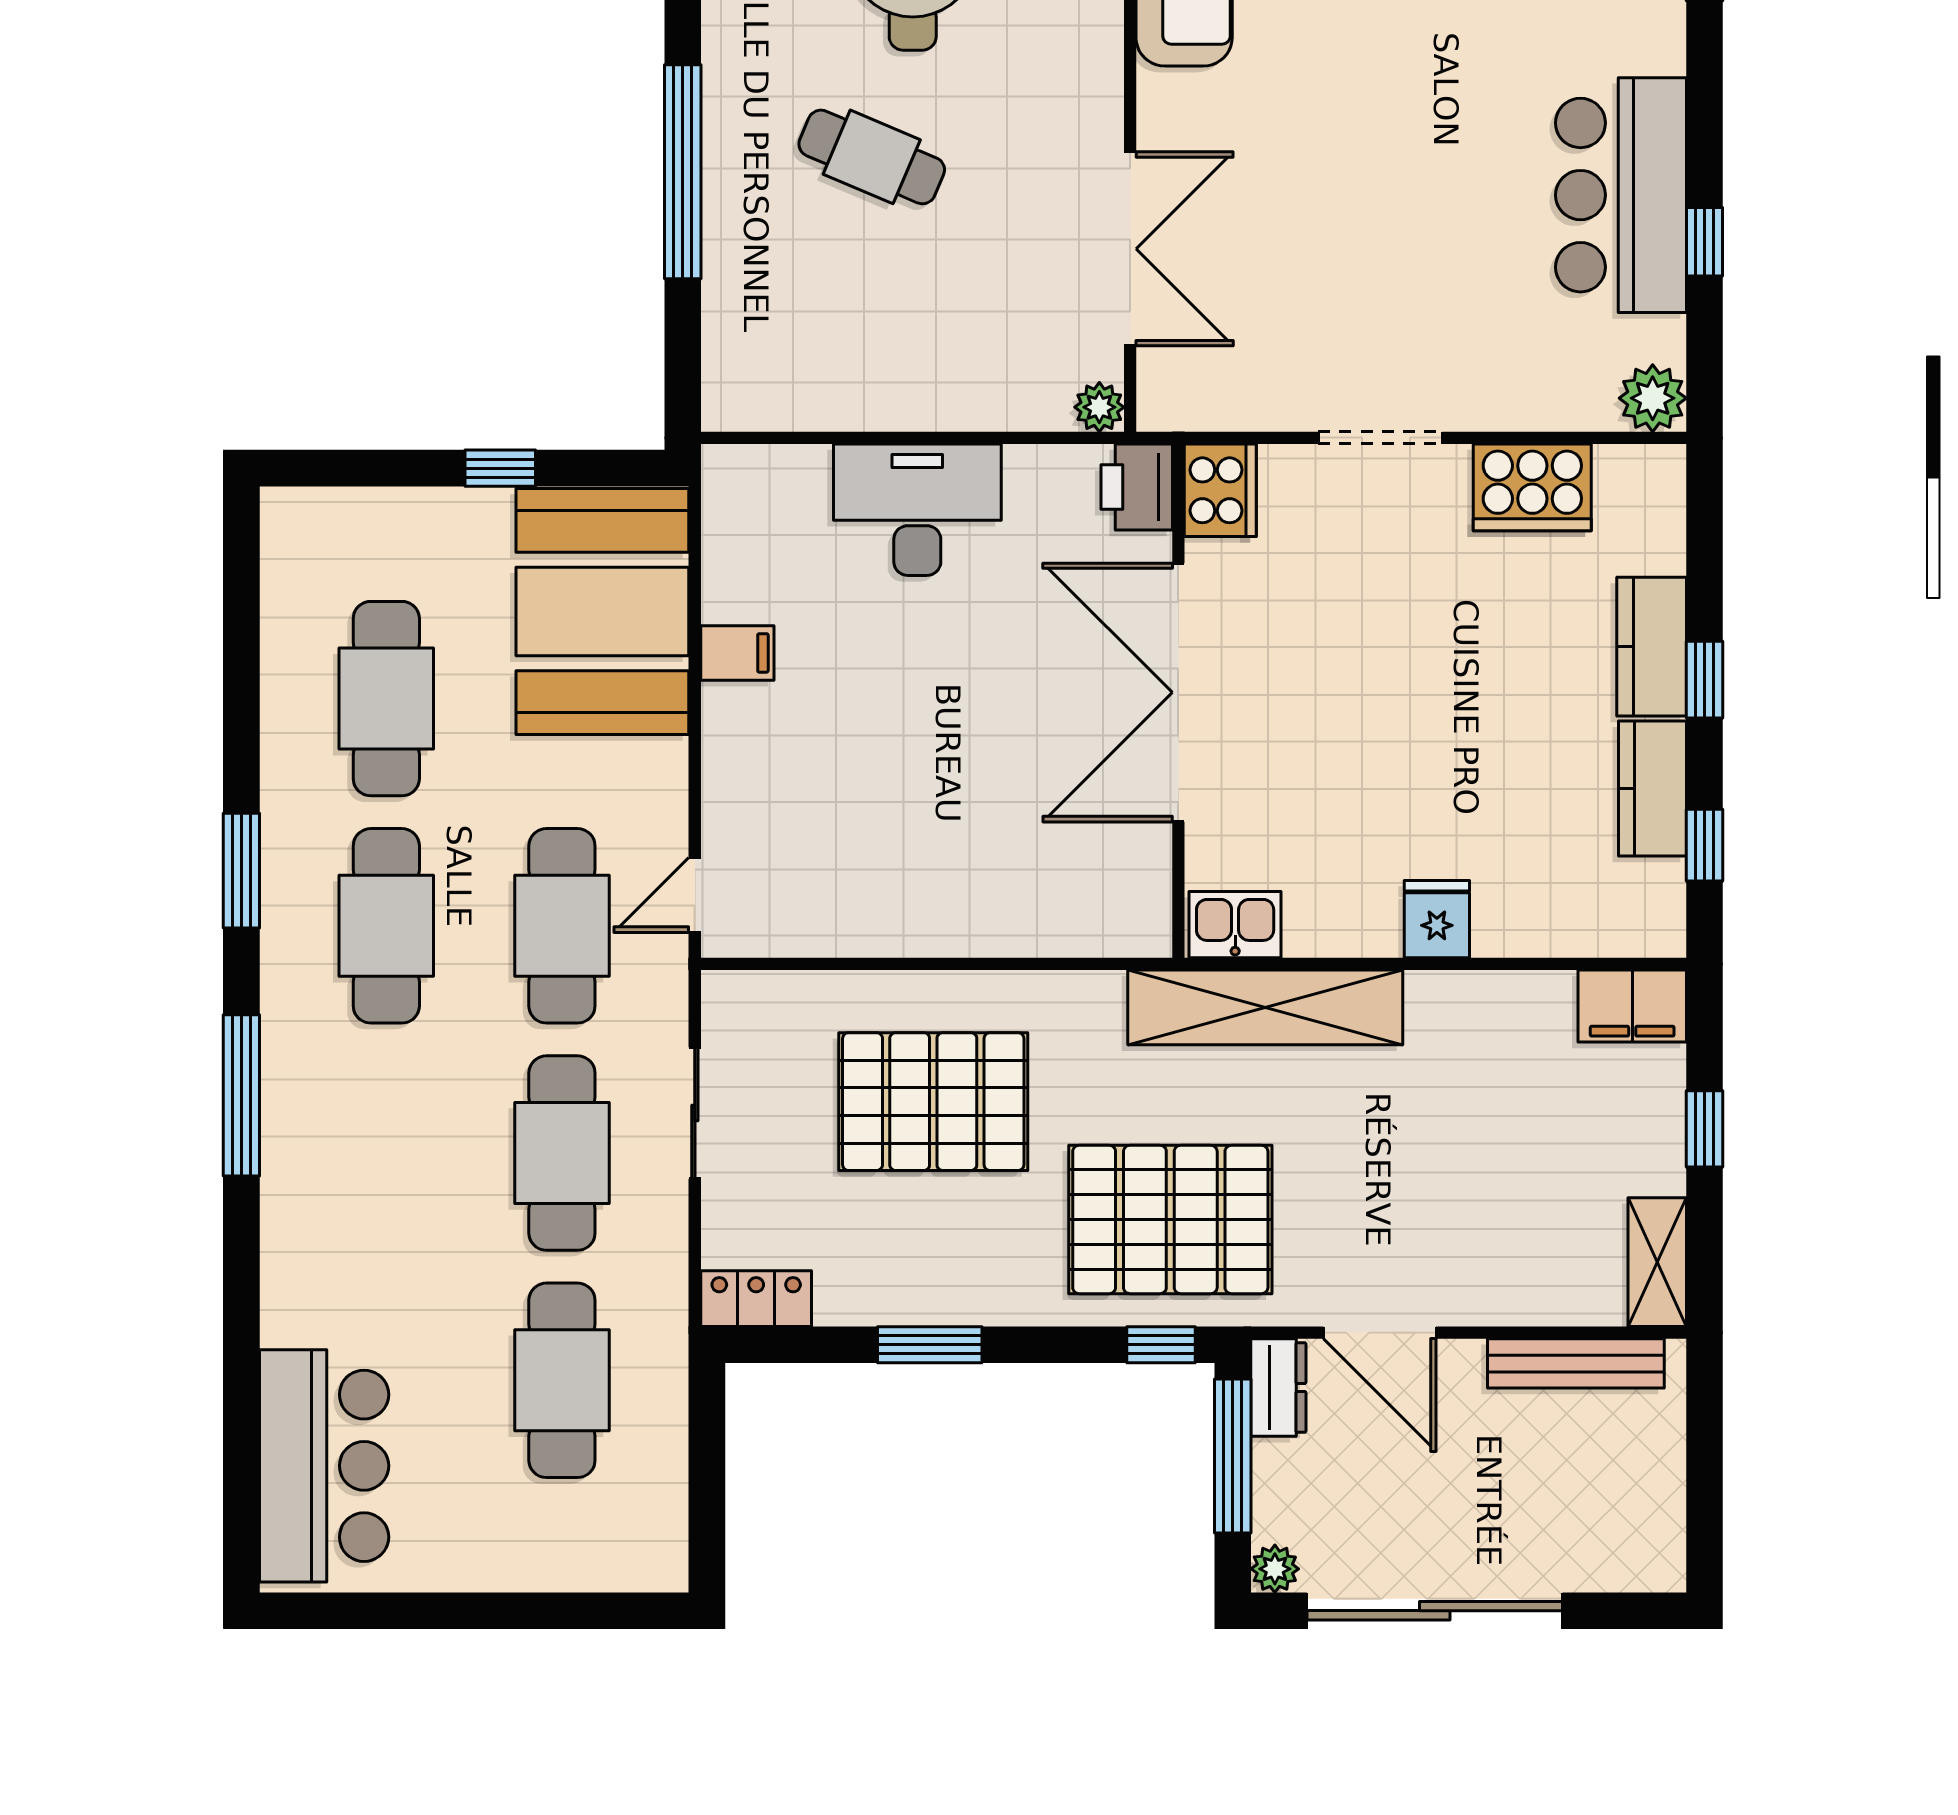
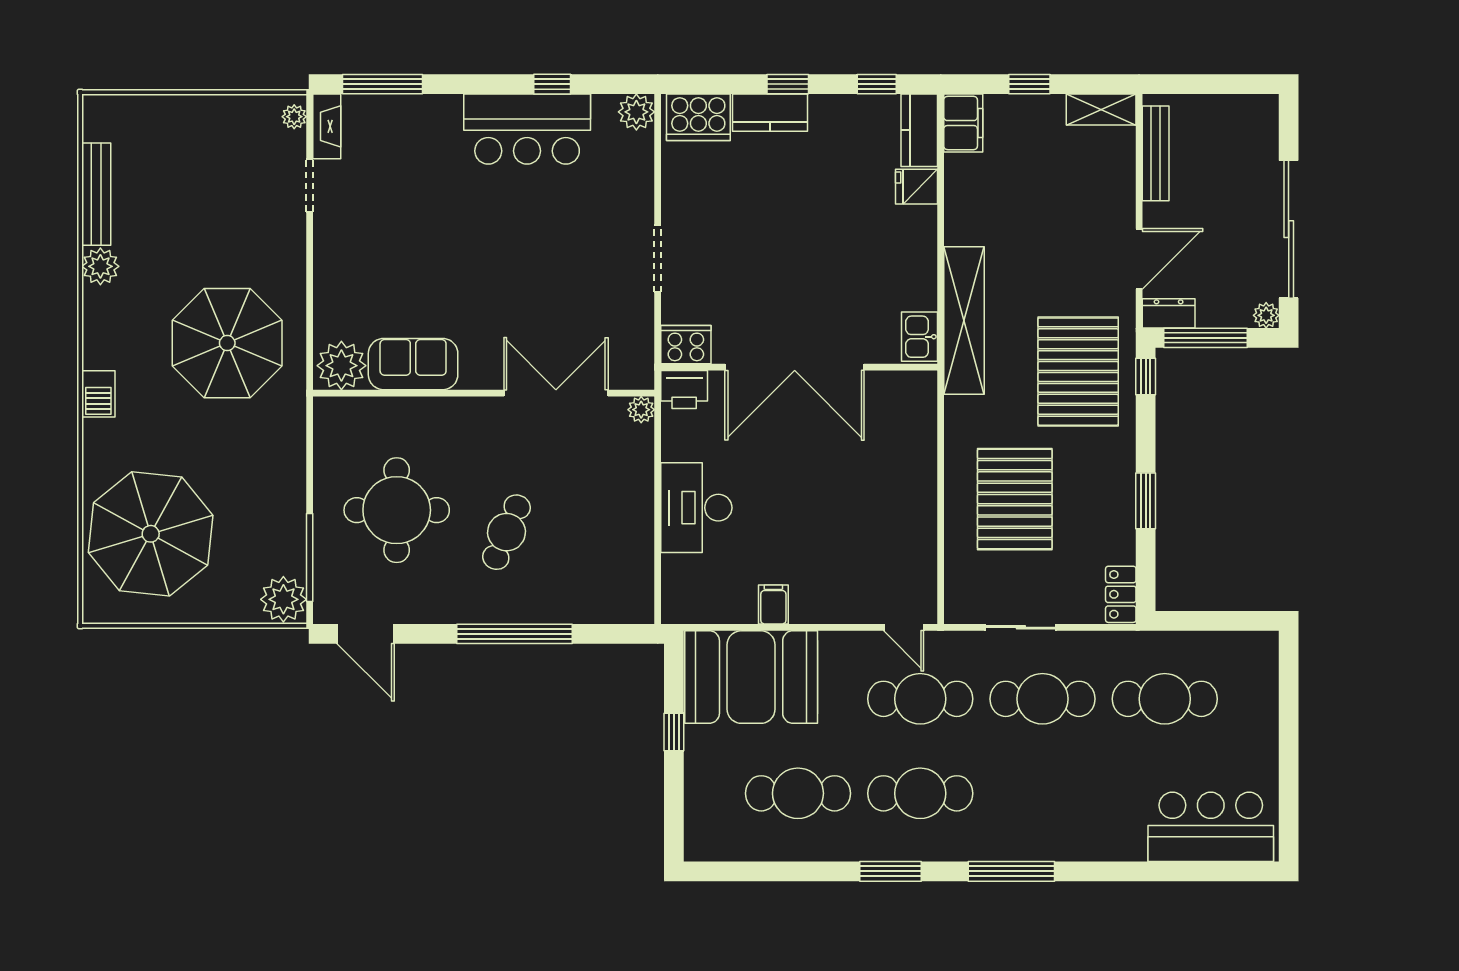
cooker: (1532, 487) -> (698, 117), moved, turned 90
kitchen counter: (1653, 788) -> (919, 130), moved, turned 90
fridge: (1437, 919) -> (917, 187), moved

